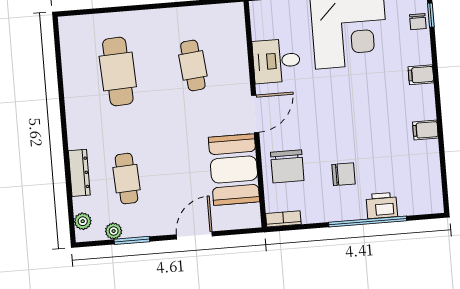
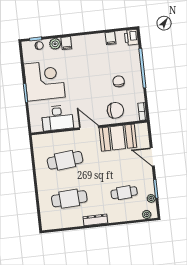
plant: (420, 53) -> (55, 44), added
desk: (276, 61) -> (57, 118), width x1.37
cafe table: (193, 65) -> (65, 160), width x1.37, depth x1.35
filing cabinet: (425, 130) -> (110, 38), moved
dresser: (79, 173) -> (95, 220), moved
printer: (382, 205) -> (131, 37), moved

